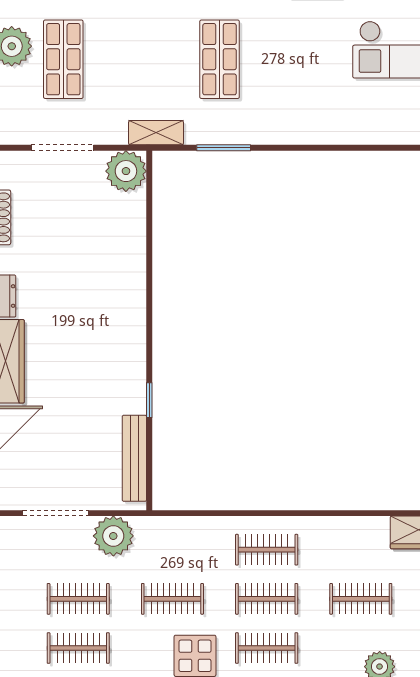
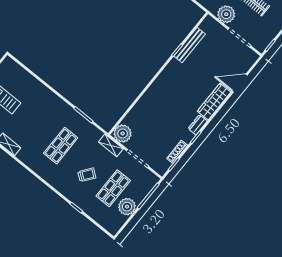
trolley: (130, 45) -> (87, 175), added
shelving: (156, 133) -> (111, 145), moved
bench: (134, 458) -> (190, 45), moved

